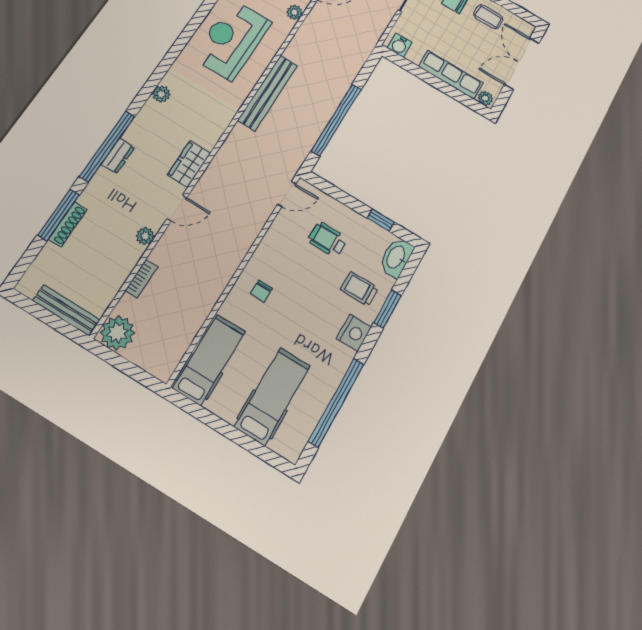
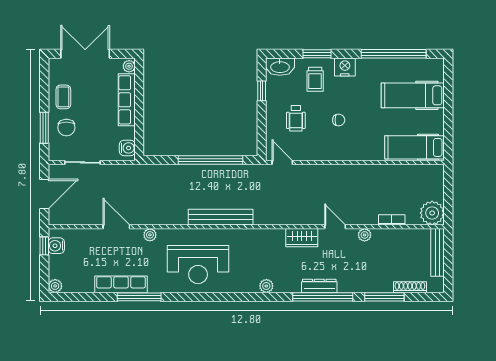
double door: (522, 64) -> (85, 54), swing flipped
dresser: (118, 156) -> (319, 286), width x1.44
shoe rack: (68, 224) -> (410, 287), moved
chair: (261, 291) -> (339, 120), moved

